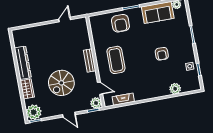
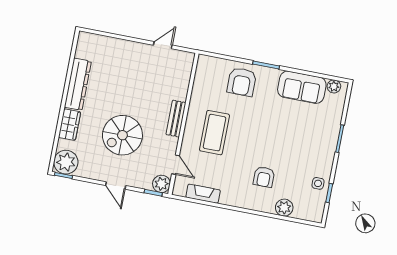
armchair: (162, 54) -> (264, 177), moved

